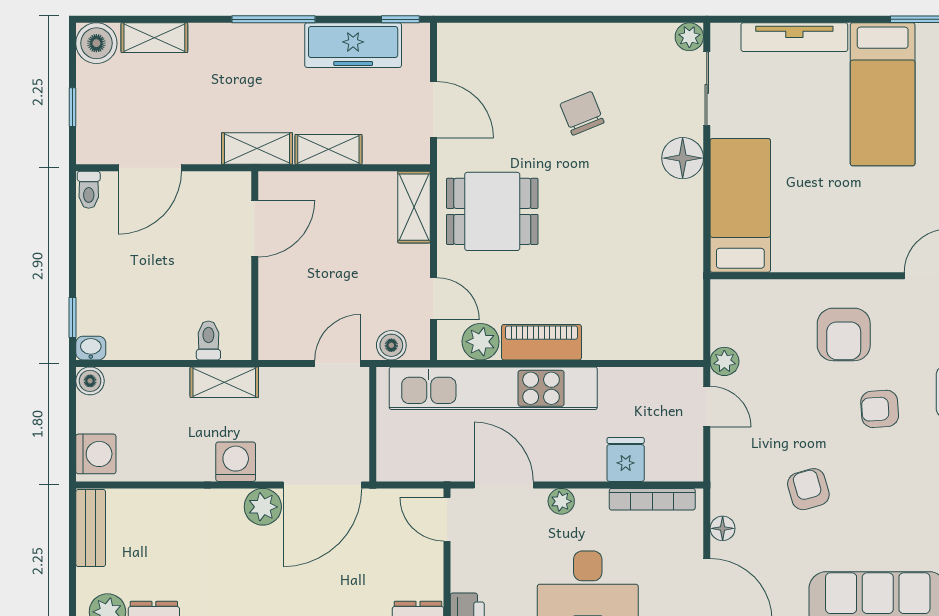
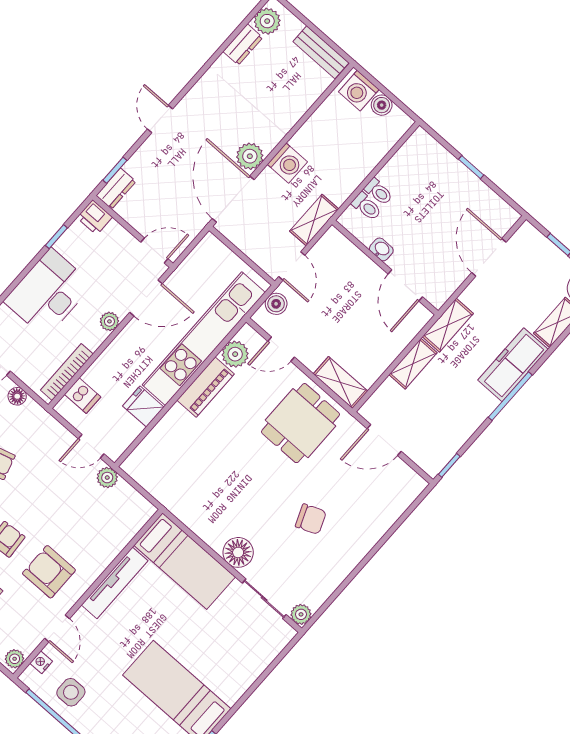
tv unit: (794, 37) -> (115, 583), moved, turned 180
freezer: (353, 45) -> (513, 365), moved
toilet: (89, 190) -> (379, 192), moved, turned 180
window: (73, 318) -> (471, 167), moved
armchair: (844, 334) -> (49, 572), moved
washbasin: (91, 348) -> (381, 249), moved, turned -90
boiler: (90, 381) -> (382, 105), moved
shelving: (224, 382) -> (314, 220), moved
fridge: (626, 459) -> (143, 407), moved, turned 180
dishwasher: (662, 461) -> (83, 396), added

